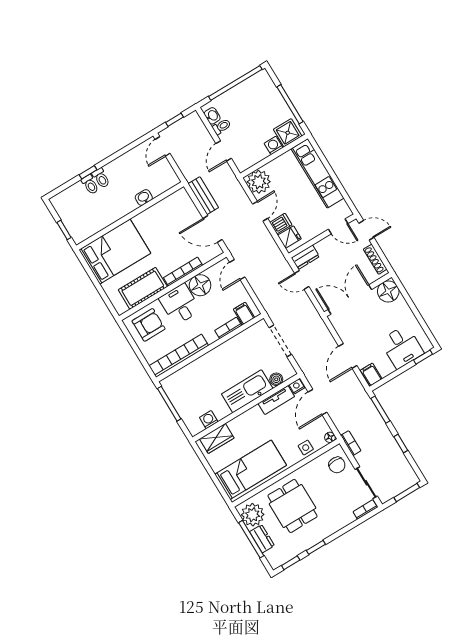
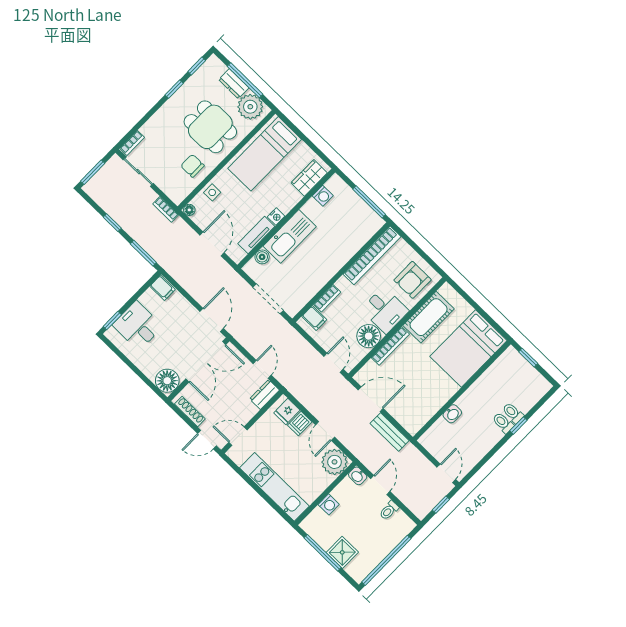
washbasin: (212, 116) -> (358, 476), moved
shower: (288, 133) -> (342, 552), moved
door: (302, 280) -> (262, 369), hinge flipped
door: (348, 356) -> (212, 320), moved
nightstand: (297, 386) -> (276, 217), moved
chair: (337, 465) -> (192, 166), moved

